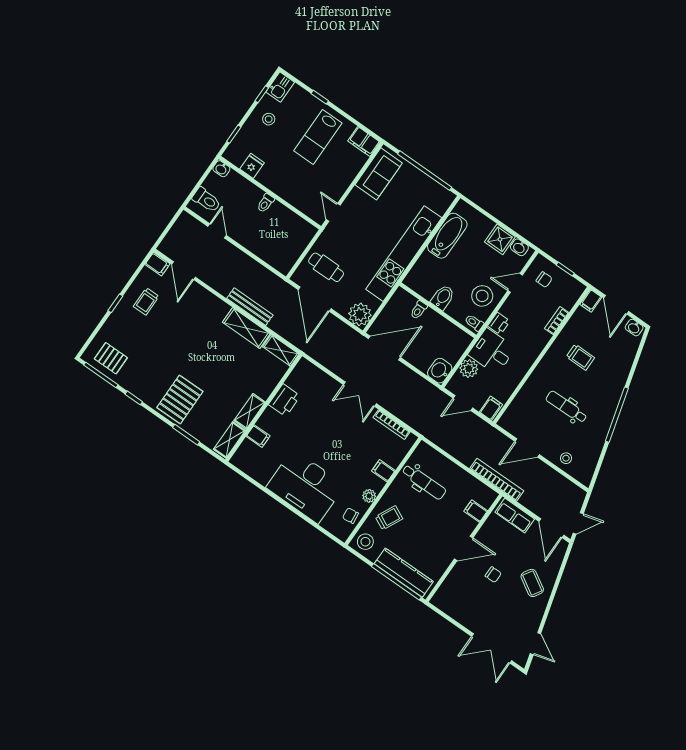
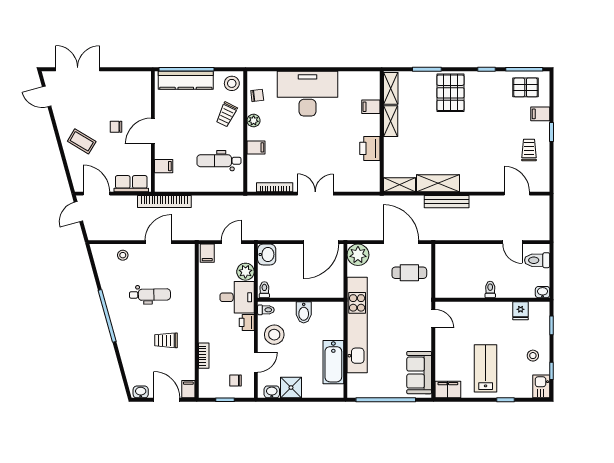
filing cabinet: (158, 264) -> (540, 114), moved
toilet: (419, 310) -> (264, 290), moved

